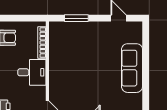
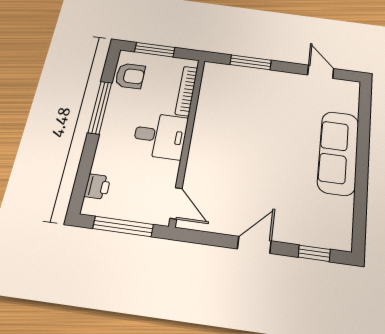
window: (18, 18) -> (155, 50), added

